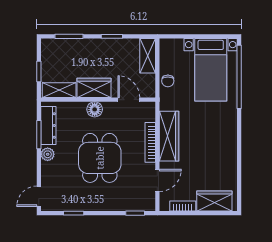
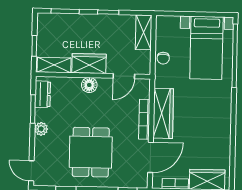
door: (129, 100) -> (124, 76), swing flipped
dresser: (48, 126) -> (43, 94), width x0.70
dining table: (100, 158) -> (91, 152), moved
door: (157, 180) -> (150, 157), width x1.38
door: (39, 196) -> (31, 171), hinge flipped

